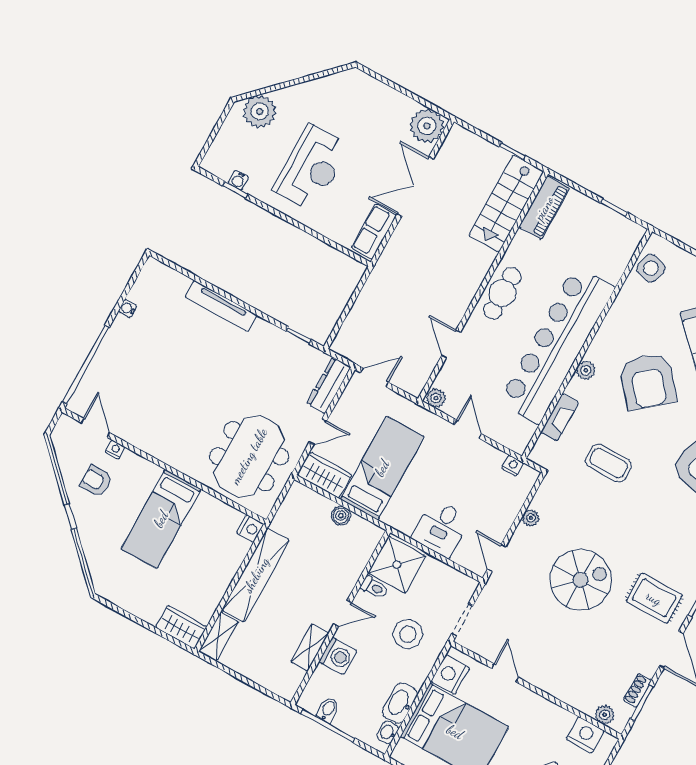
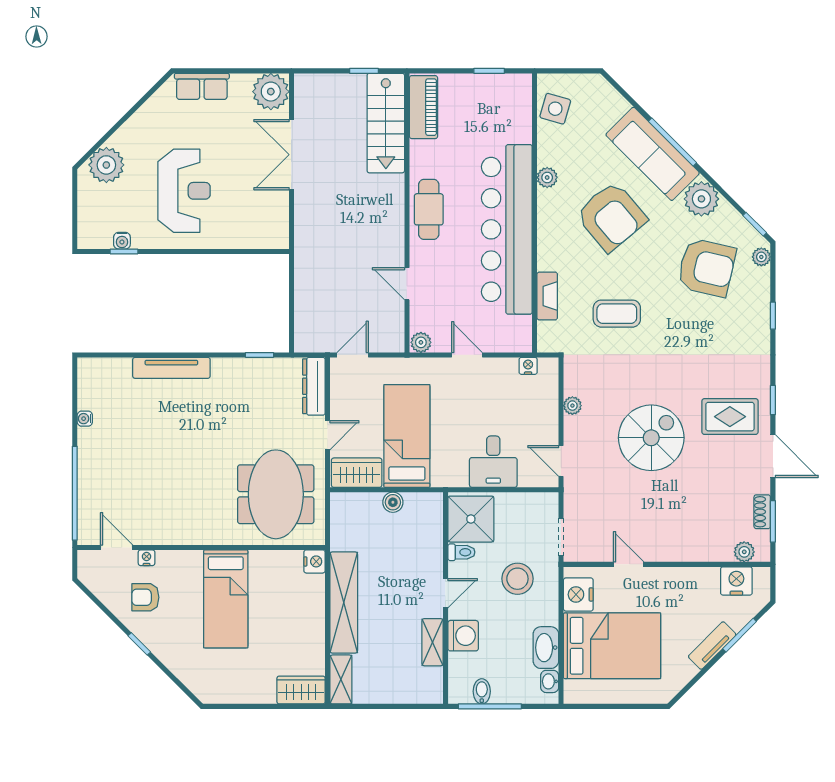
row of seats: (374, 231) -> (202, 86), moved, turned -90
plant: (586, 370) -> (547, 177), moved

